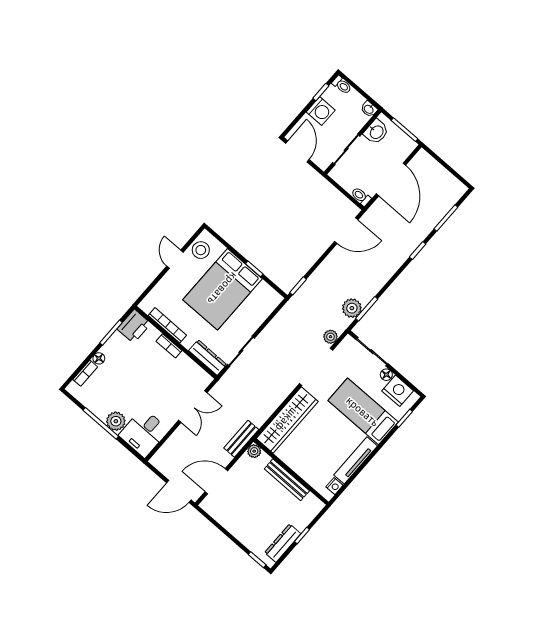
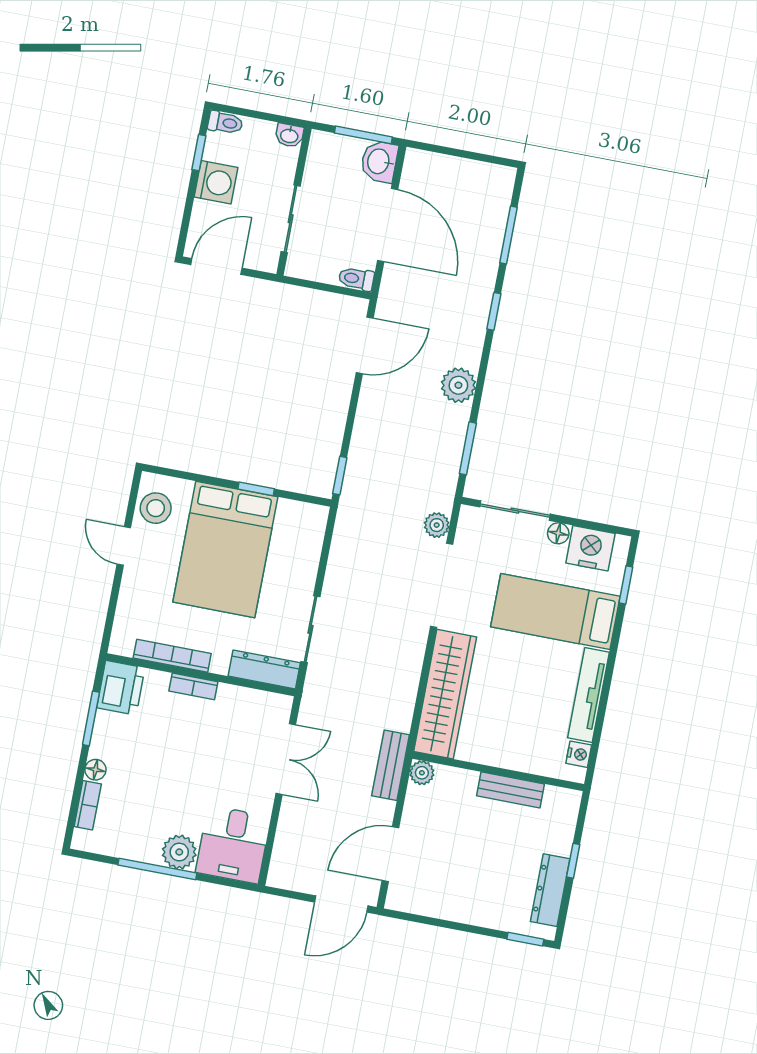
washbasin: (376, 132) -> (379, 162), moved, turned 180
door: (297, 151) -> (216, 266), hinge flipped
plant: (352, 308) -> (458, 385), moved
bench: (287, 480) -> (510, 790), width x0.73

